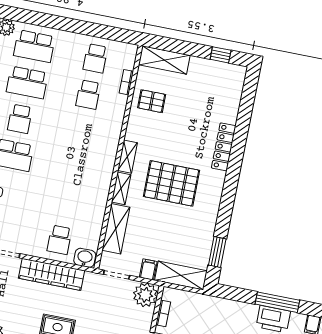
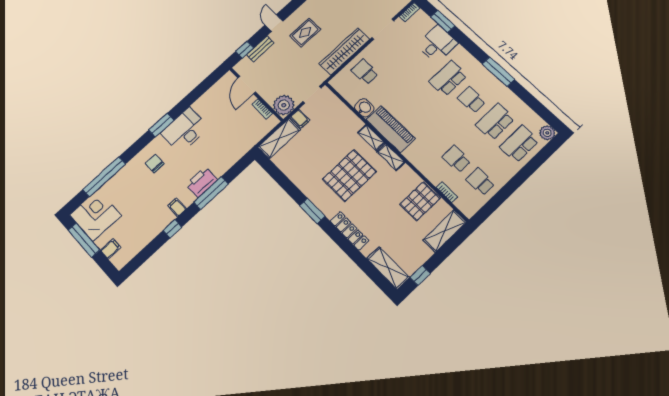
pallet: (152, 101) -> (420, 201), width x1.50, depth x1.42
piano: (100, 176) -> (391, 129), added
shelving: (116, 229) -> (388, 268), moved
window: (217, 252) -> (312, 211), moved
washbasin: (85, 258) -> (364, 108), moved, turned -90

